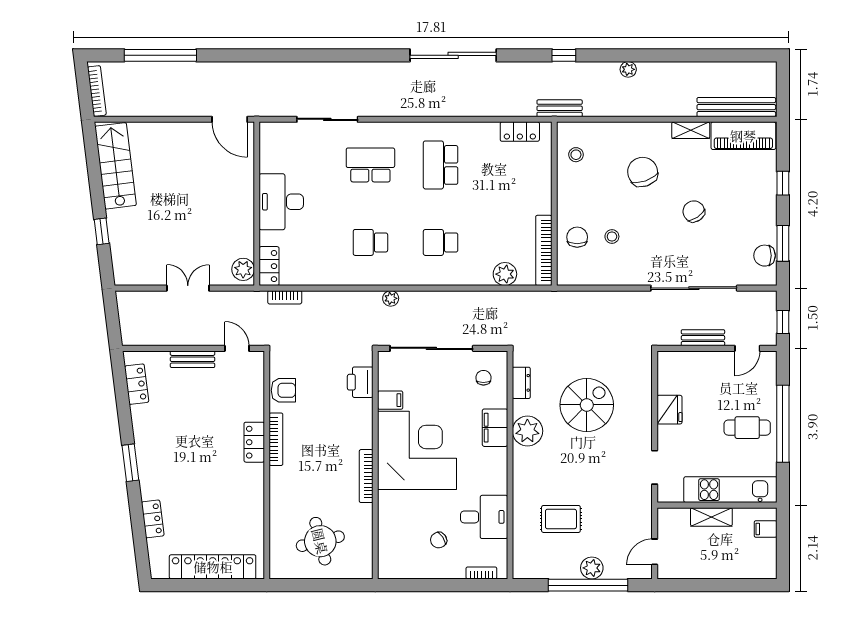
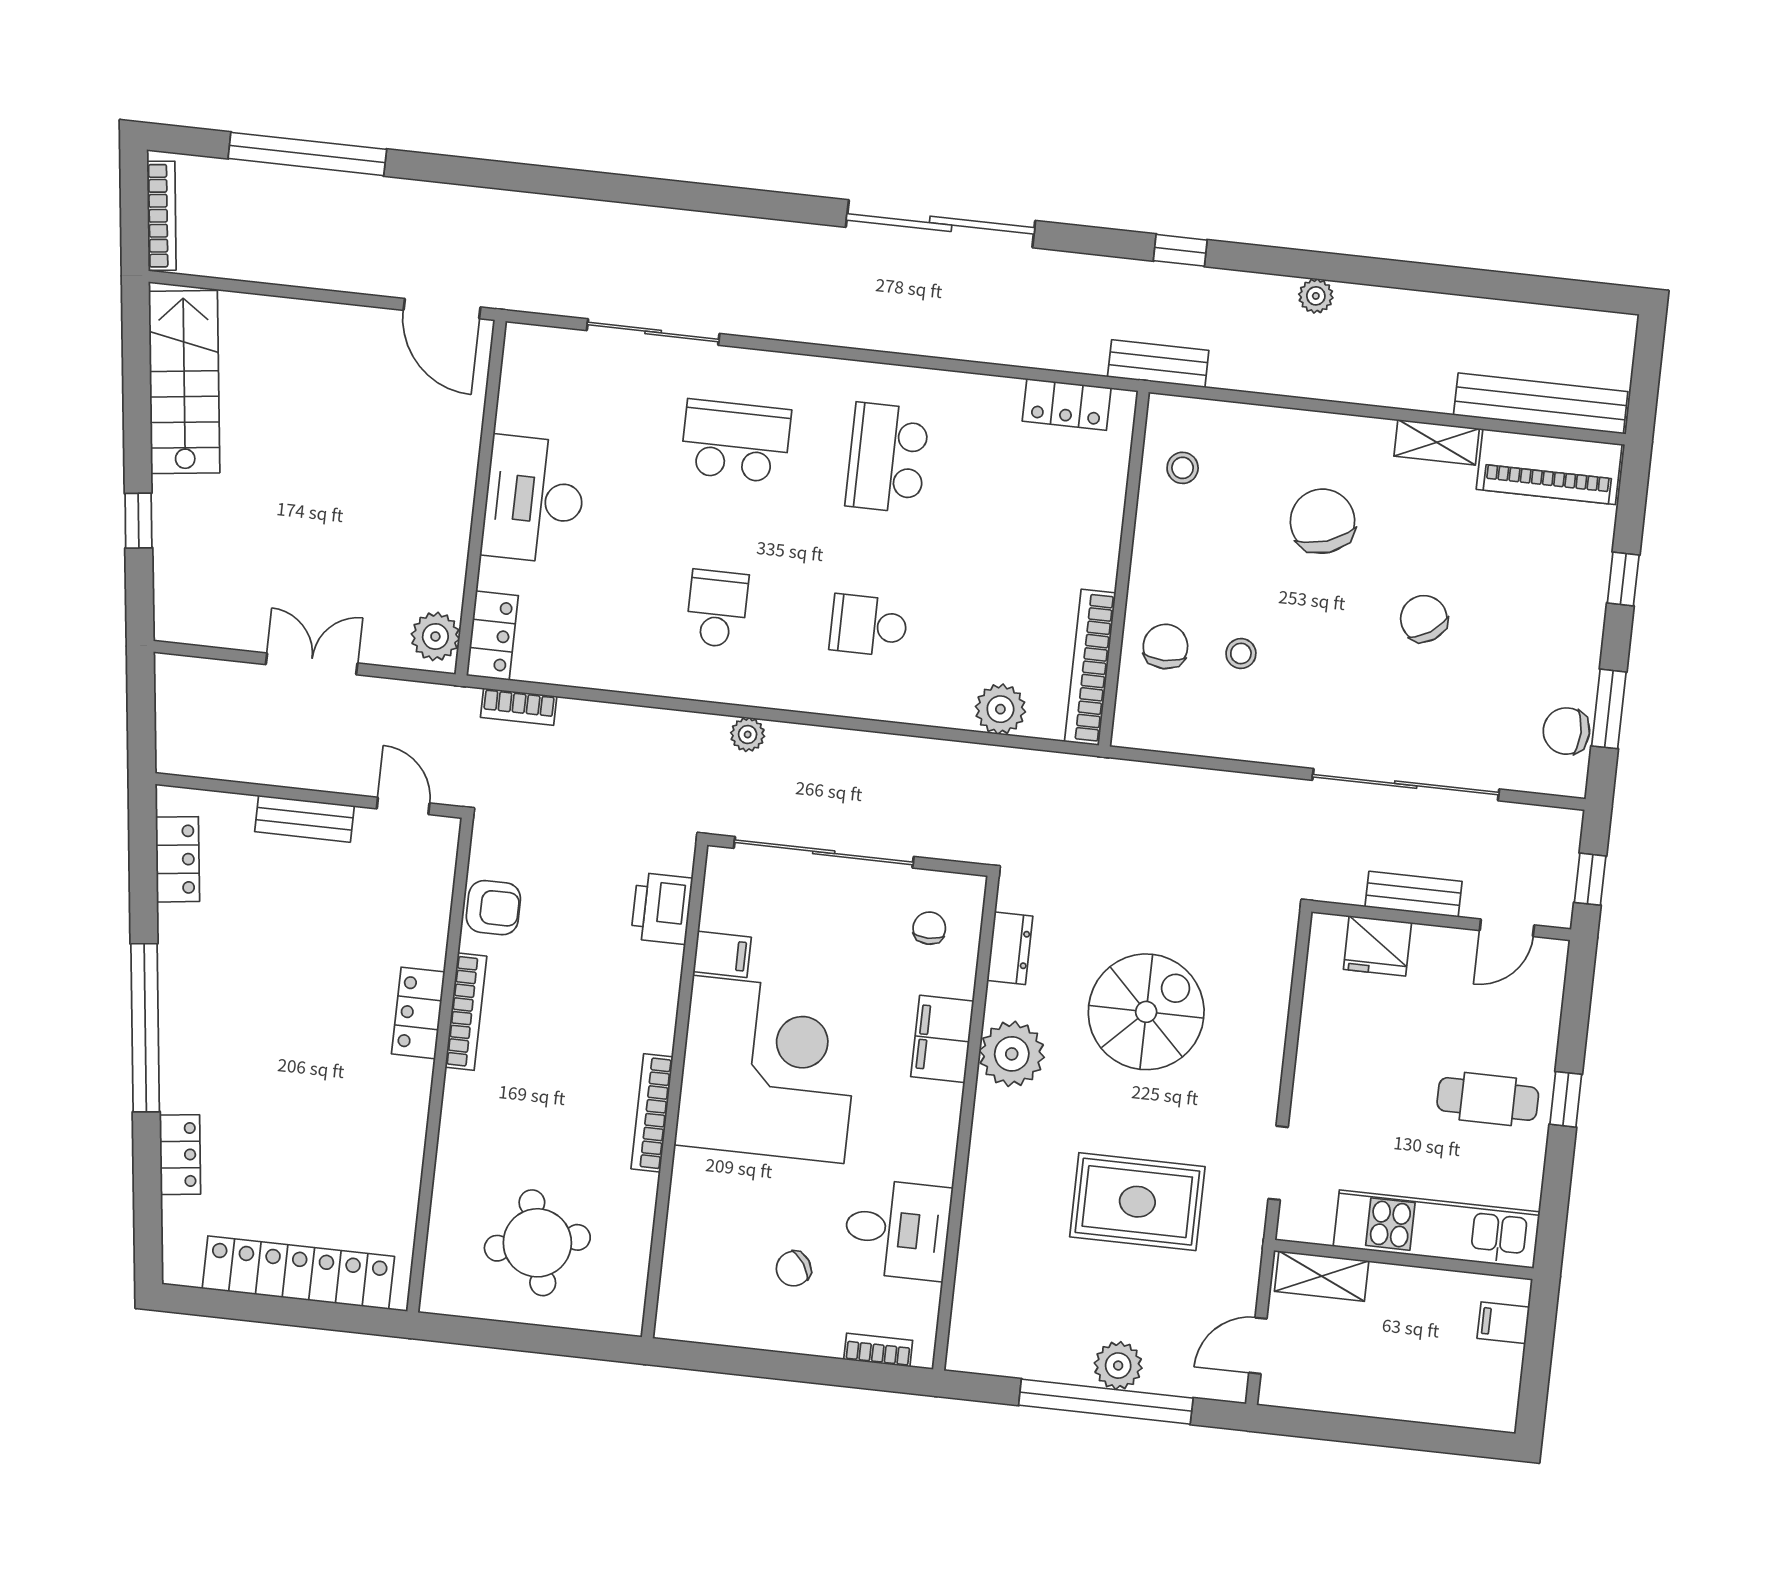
school desk: (370, 242) -> (717, 609), turned 90
fridge: (669, 410) -> (1377, 946), moved, turned 90
window: (783, 424) -> (1566, 1099), width x0.32
window: (130, 463) -> (145, 1028), width x2.11
shelving: (711, 517) -> (1322, 1276), moved
rug: (561, 519) -> (1137, 1202), moved, width x1.36, depth x1.43

